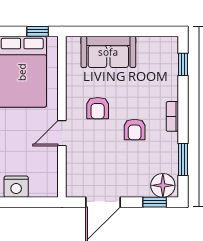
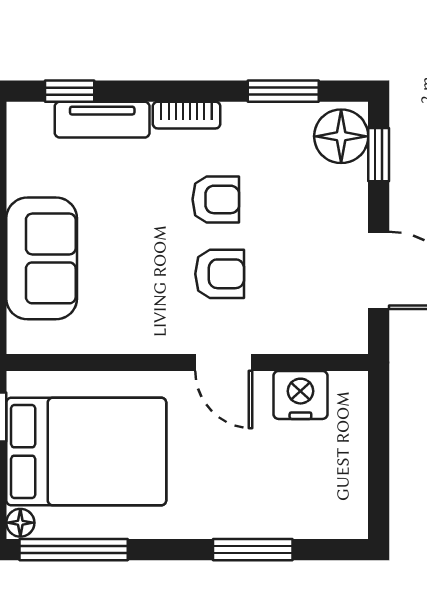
tv unit: (170, 79) -> (102, 120), added
armchair: (98, 108) -> (220, 274), moved
nightstand: (16, 187) -> (300, 395), moved, turned -90

